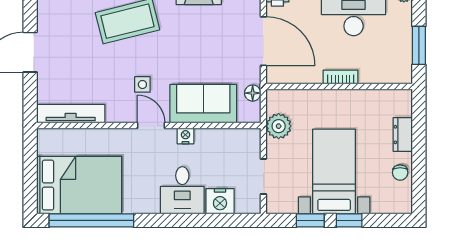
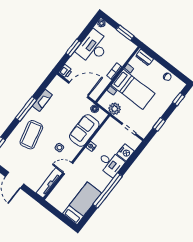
door: (151, 126) -> (68, 168), moved
dresser: (403, 135) -> (144, 57), moved
bed with nightstands: (334, 172) -> (133, 89), moved, turned 180
bed: (79, 185) -> (82, 203), width x0.67
window: (91, 220) -> (108, 190), moved
window: (349, 220) -> (179, 99), moved

